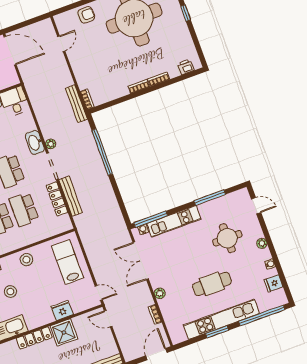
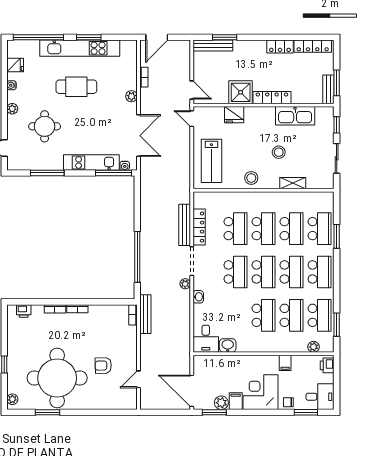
armchair: (86, 15) -> (103, 366), moved
washbasin: (35, 142) -> (198, 297), width x0.52, depth x0.69

